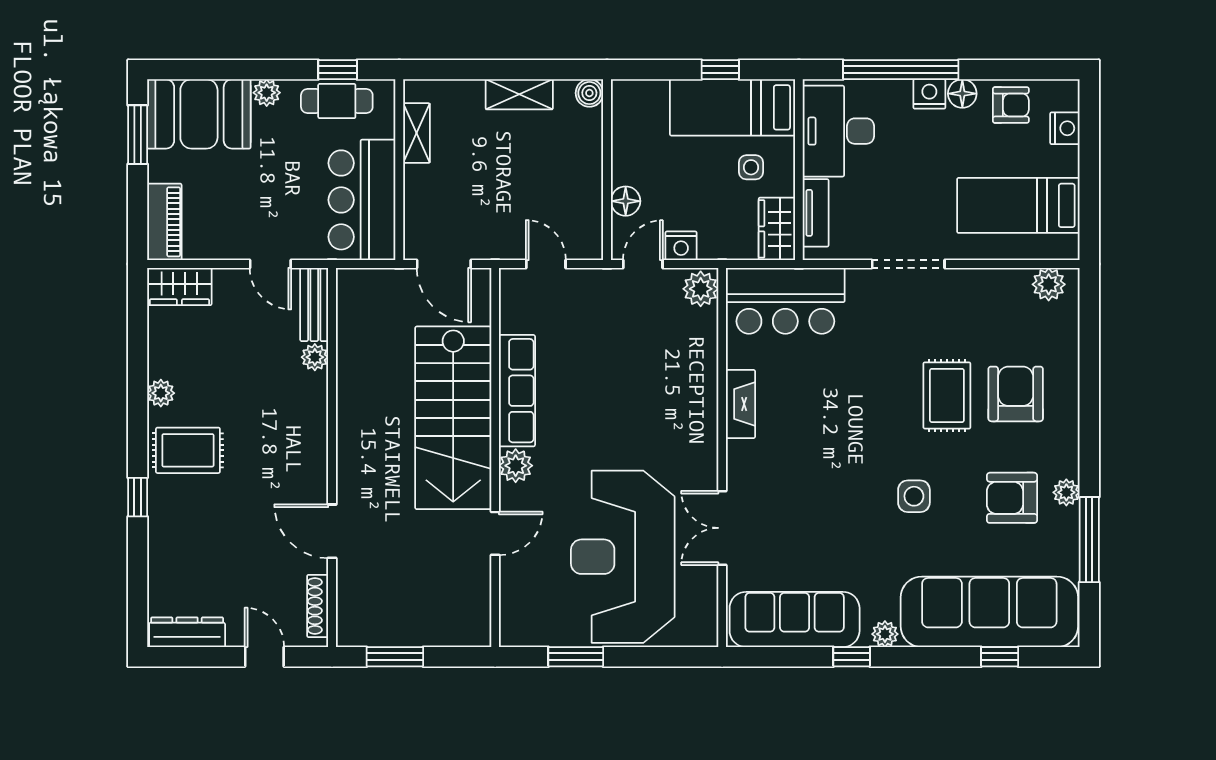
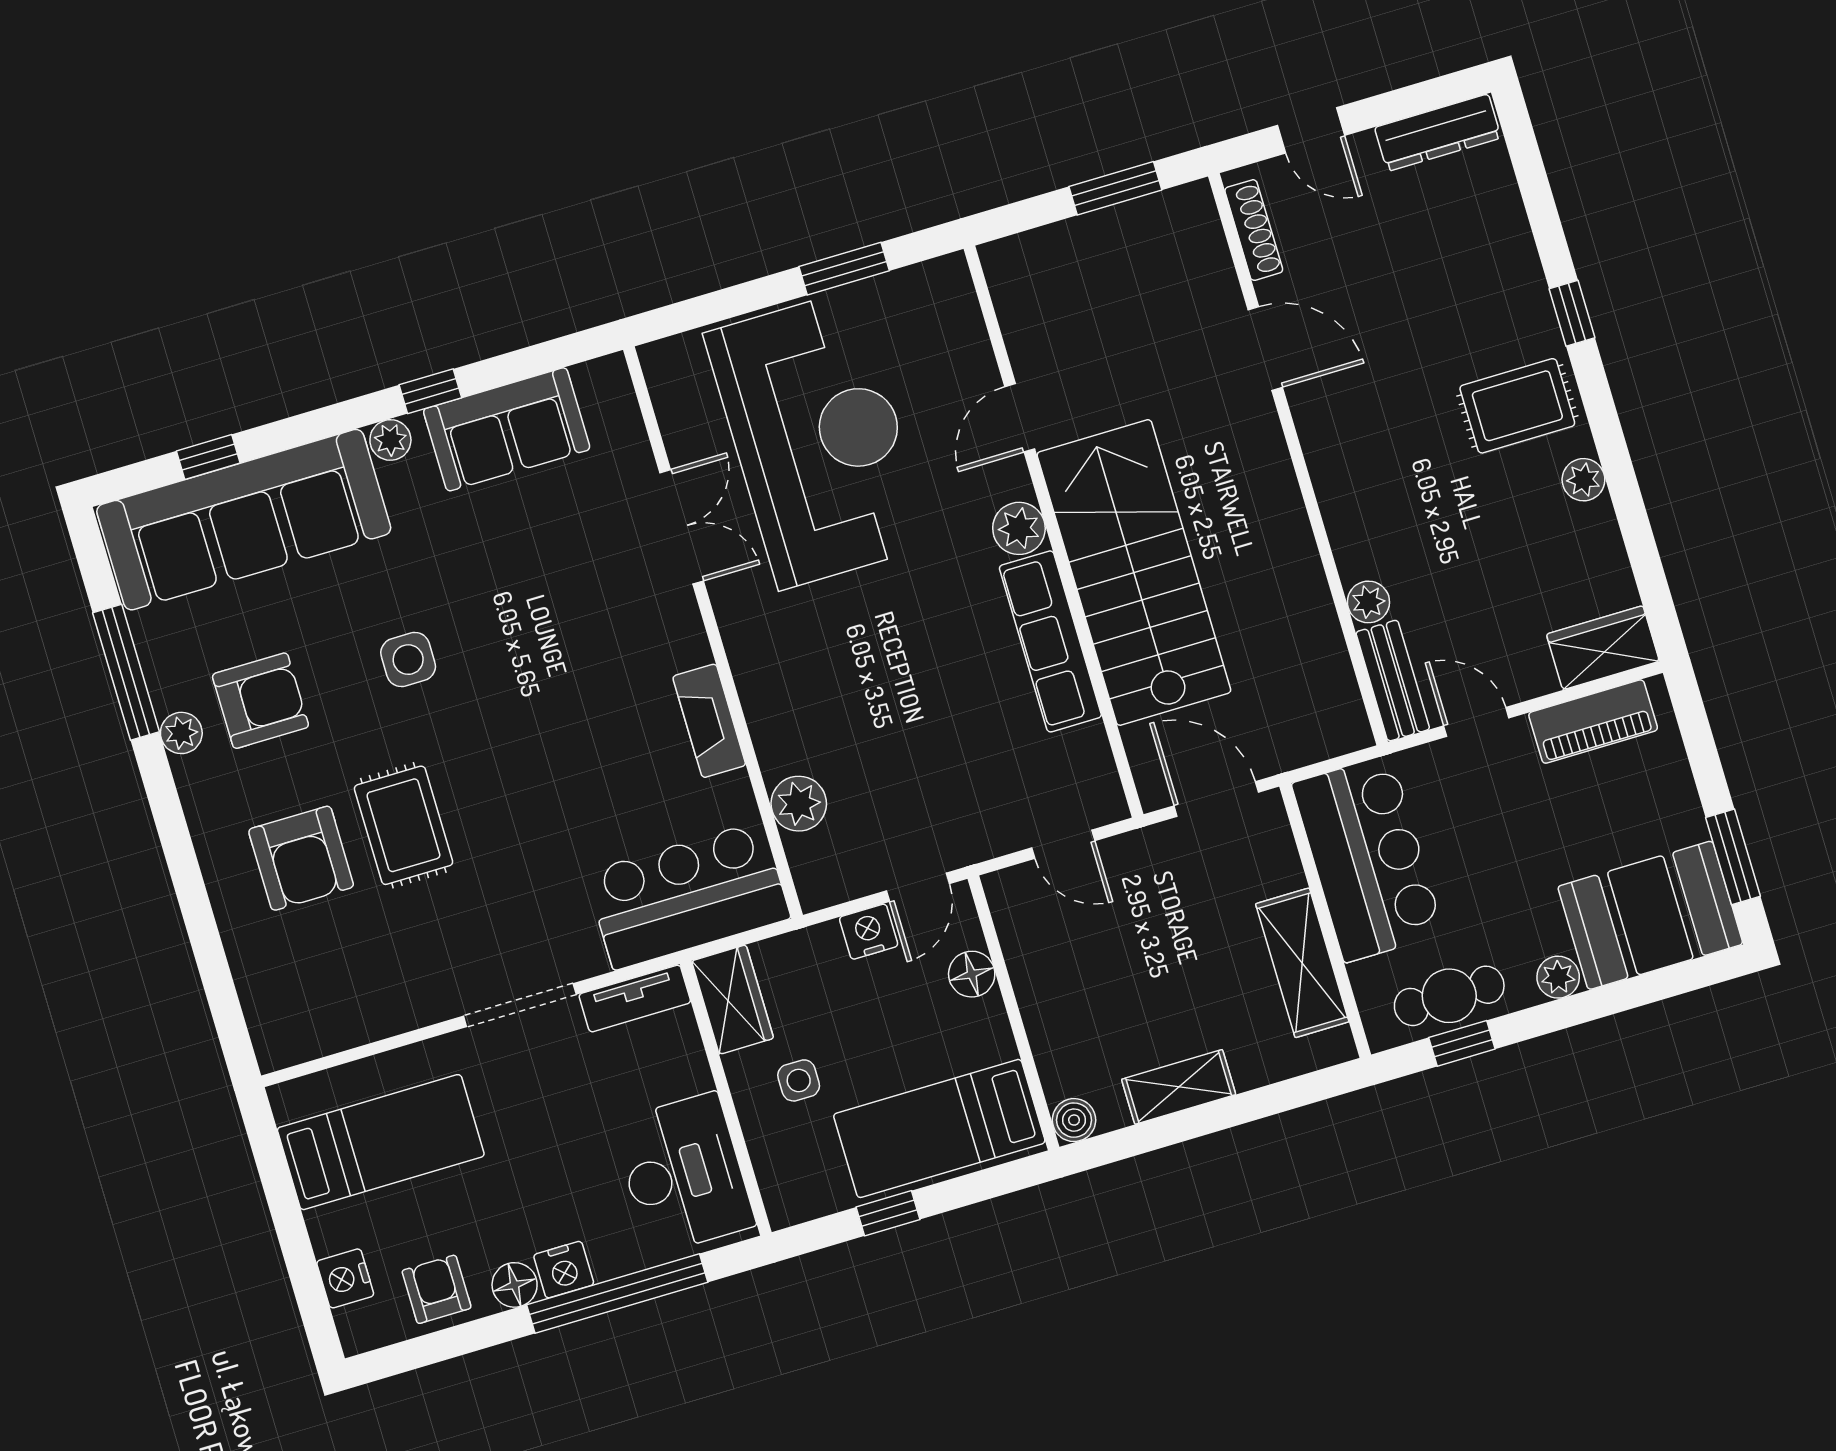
armchair: (1011, 105) -> (437, 1289), turned 90
bed: (732, 107) -> (939, 1128), moved, turned 180
shelving: (416, 133) -> (1302, 963), width x1.50, depth x1.33
tv unit: (816, 213) -> (635, 998), moved, turned -90
piano: (164, 222) -> (1593, 722), moved, turned -90
plant: (1049, 284) -> (300, 1037), removed
plant: (701, 289) -> (799, 804), moved
sofa: (795, 619) -> (507, 429), width x0.73

